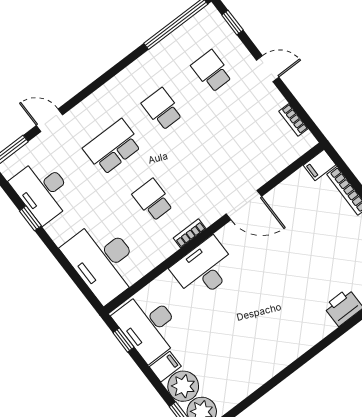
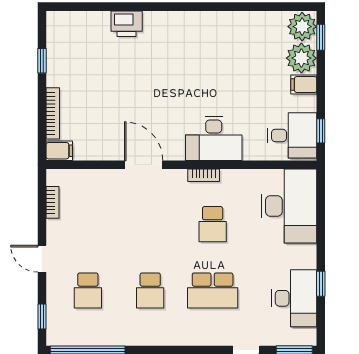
desk: (149, 326) -> (292, 135), width x0.73

